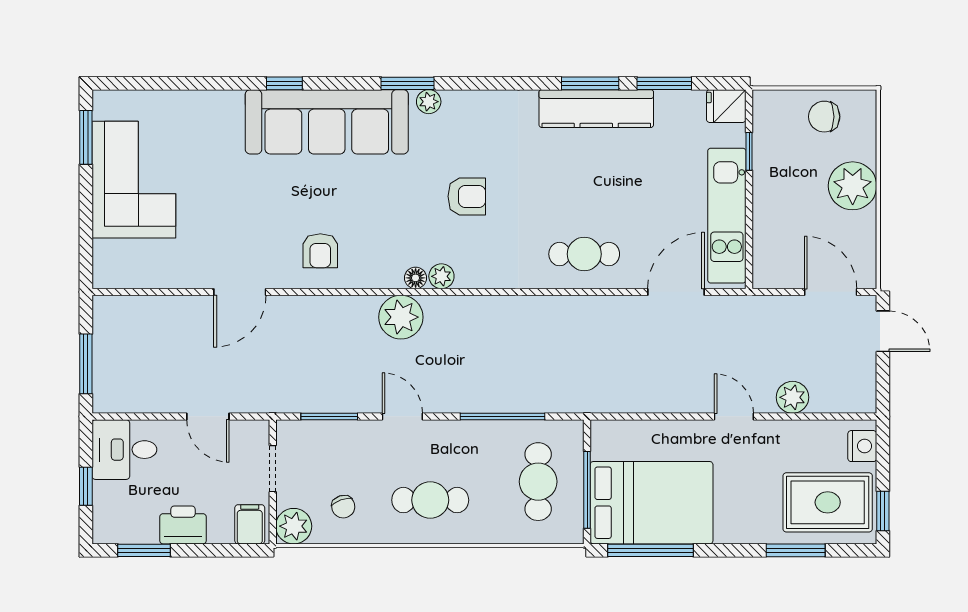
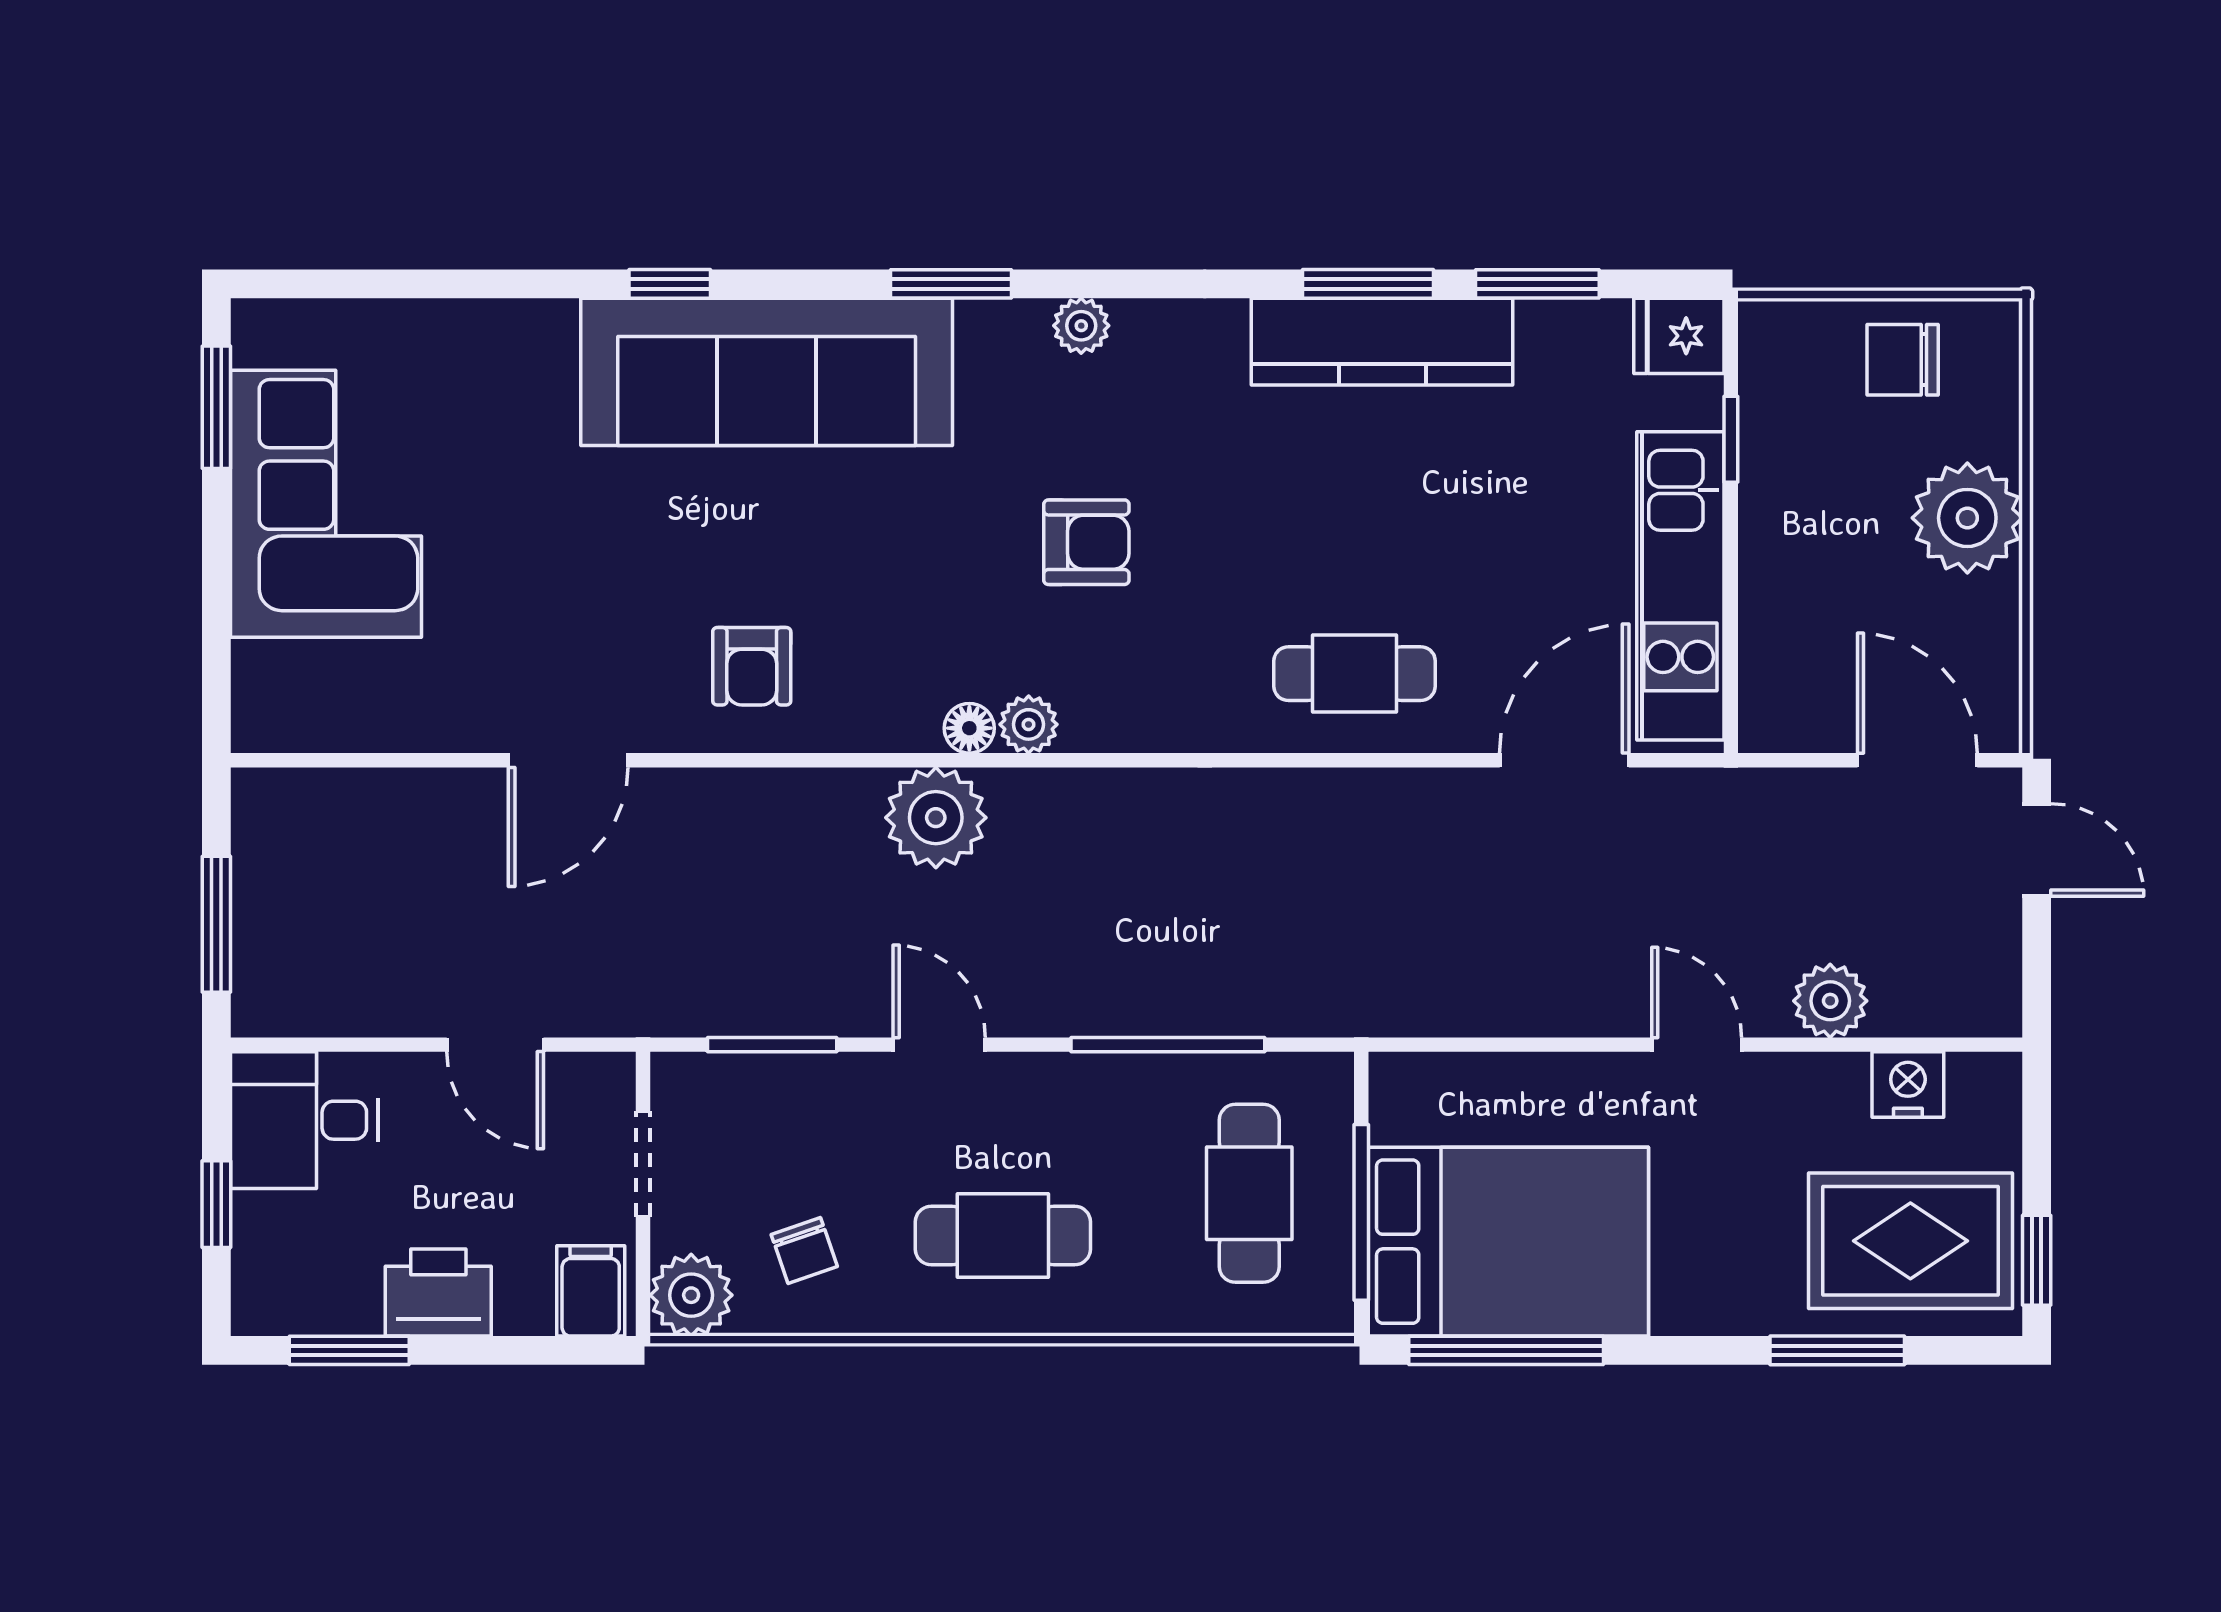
plant: (429, 102) -> (1081, 326), moved
nightstand: (862, 446) -> (1908, 1085), moved, turned -90

